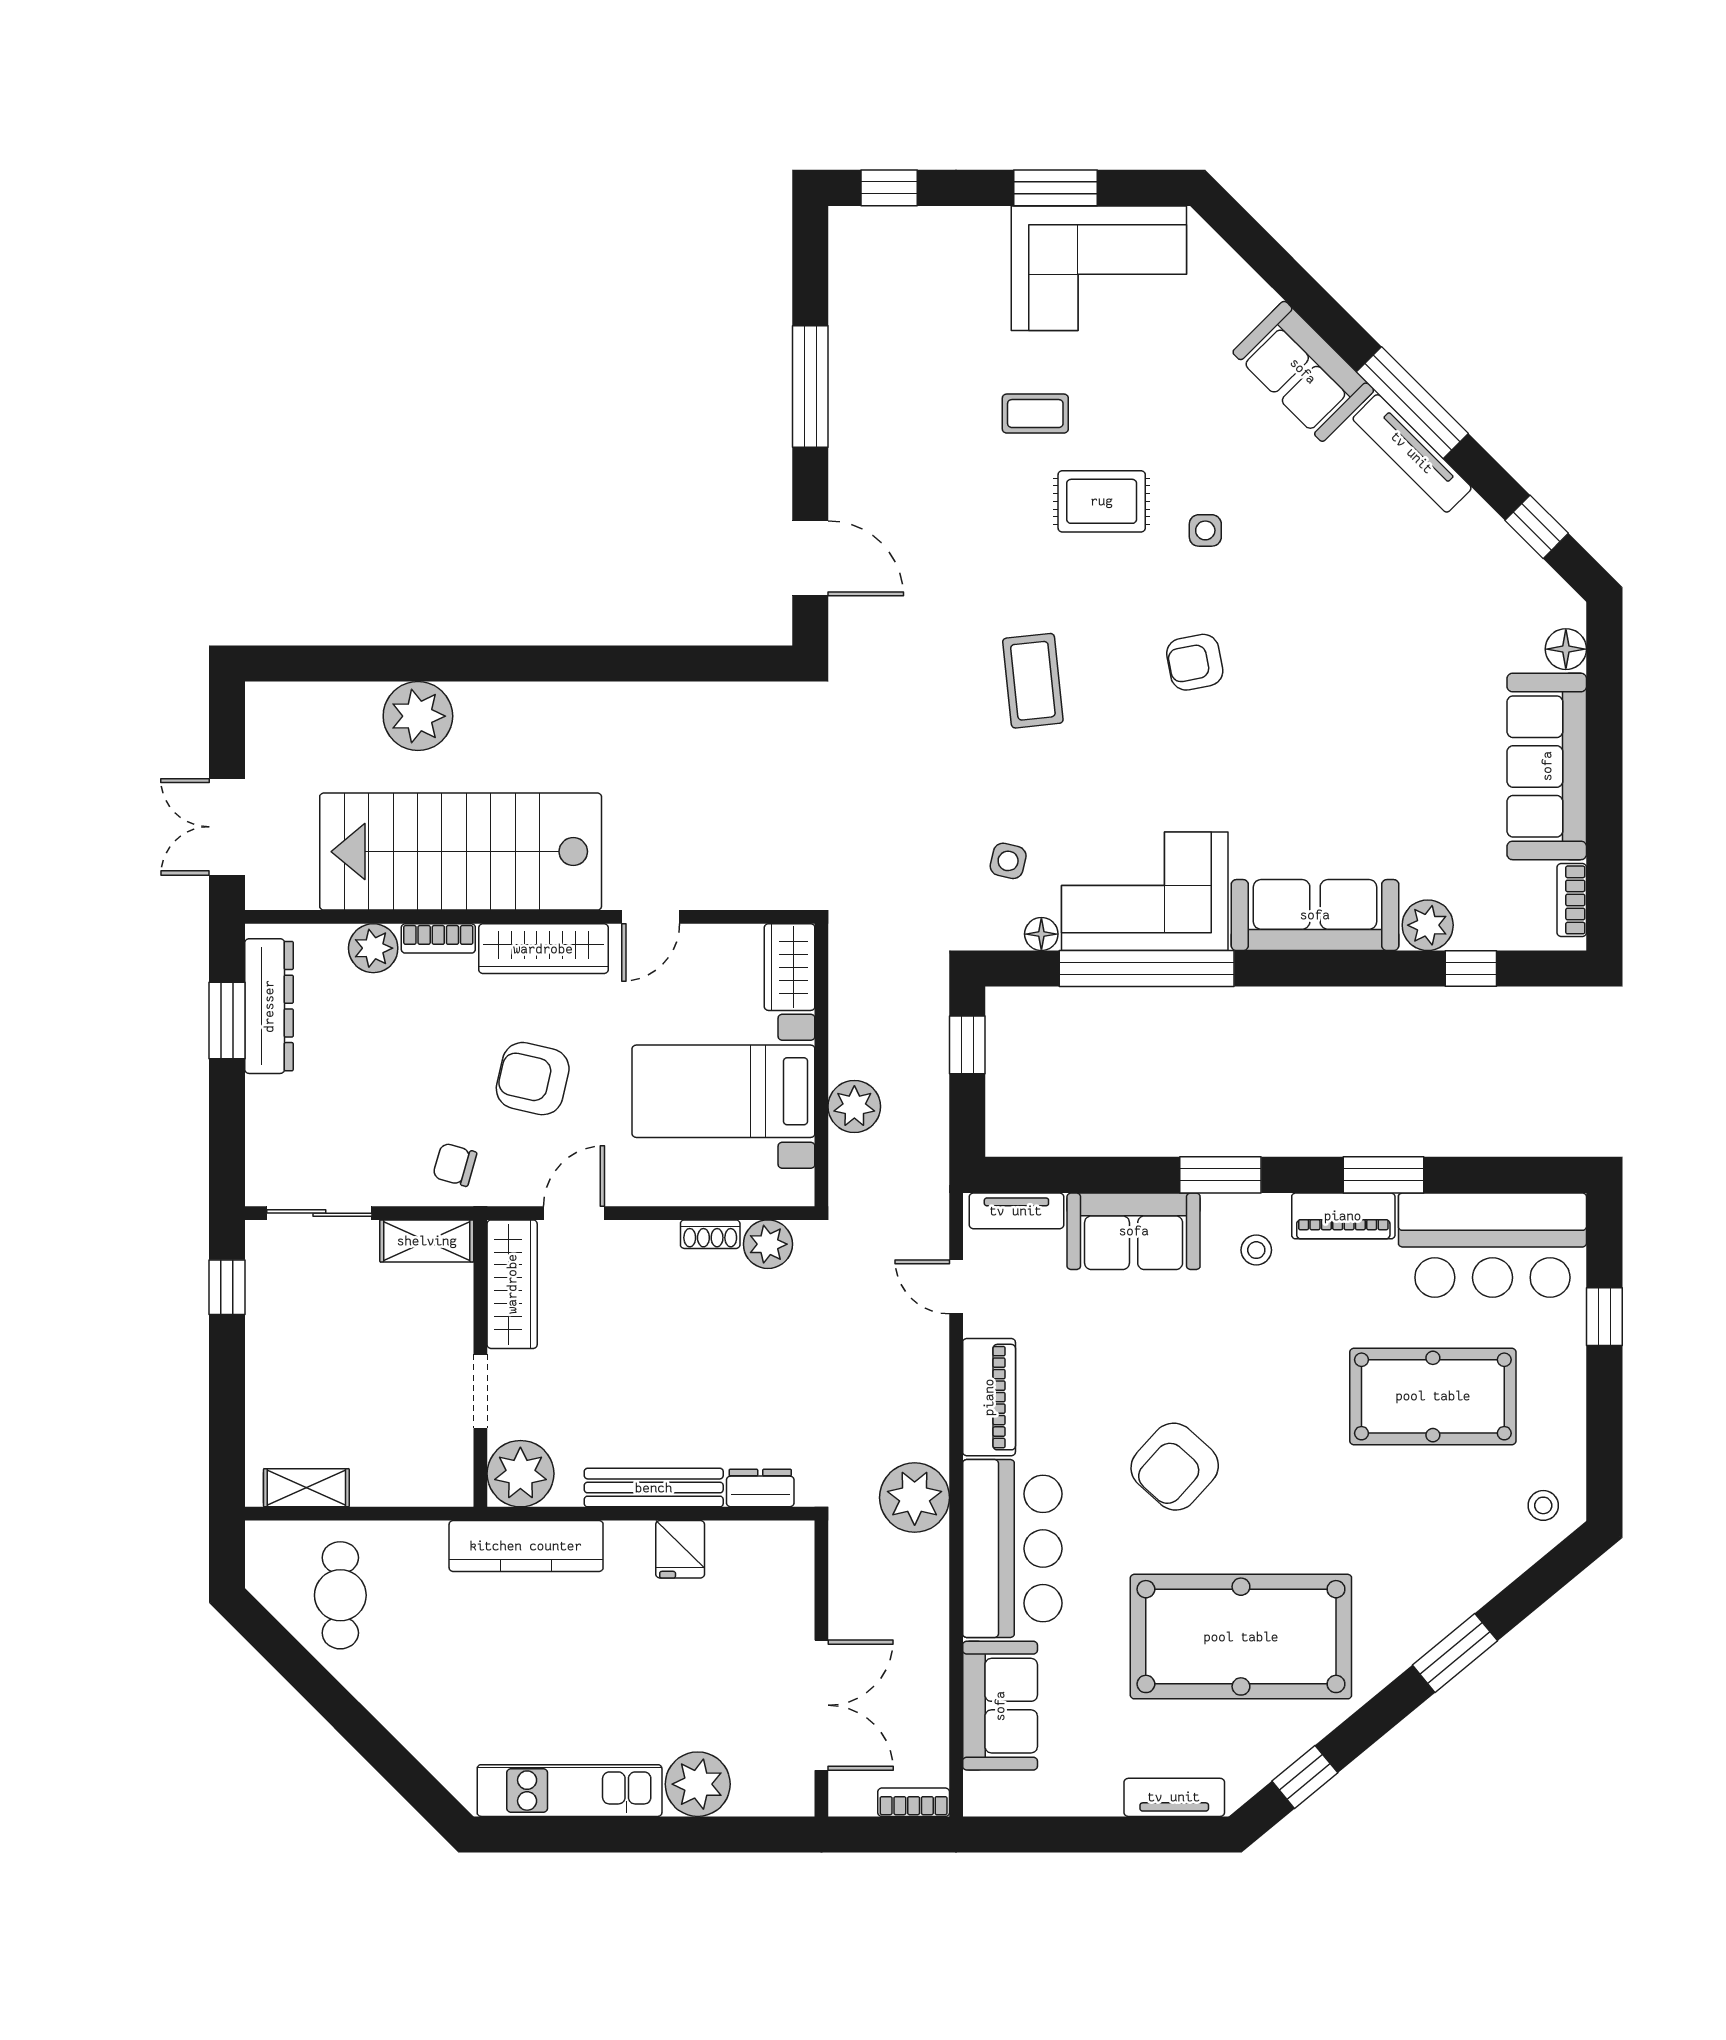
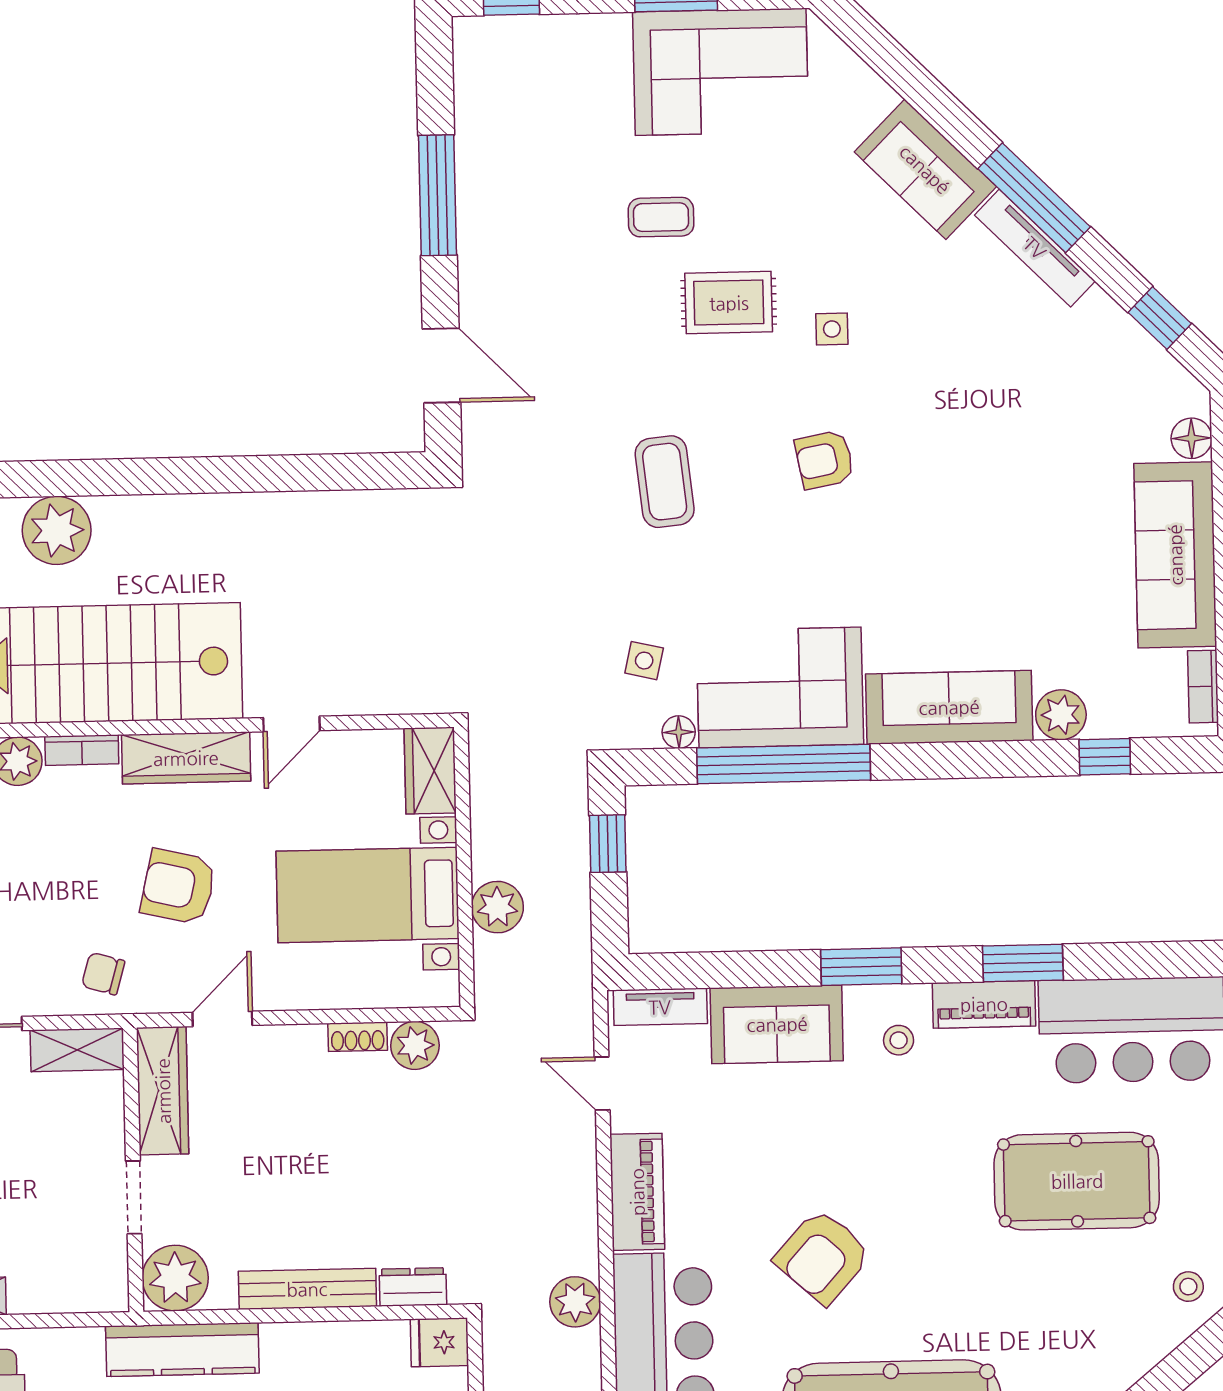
plant: (915, 1498) -> (575, 1302), width x0.73, depth x0.73
fridge: (680, 1549) -> (439, 1342), moved, turned 90

